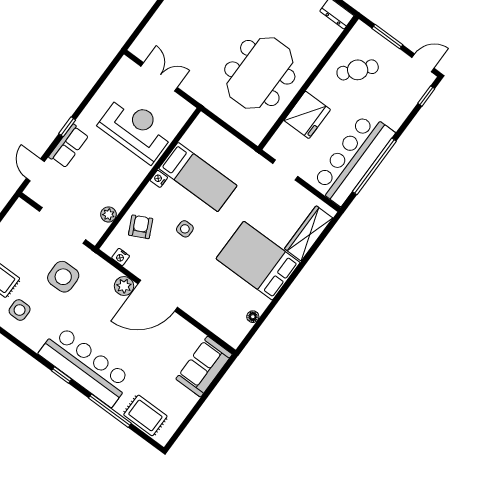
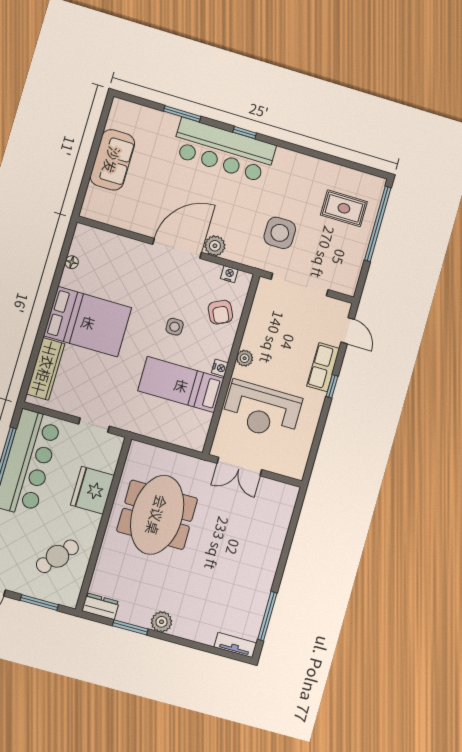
double door: (159, 77) -> (239, 467), moved
plant: (108, 214) -> (245, 358), moved
side table: (20, 310) -> (311, 183), removed
sofa: (204, 367) -> (112, 160), moved
window: (110, 411) -> (182, 114), width x0.69
rug: (145, 415) -> (144, 122), removed

